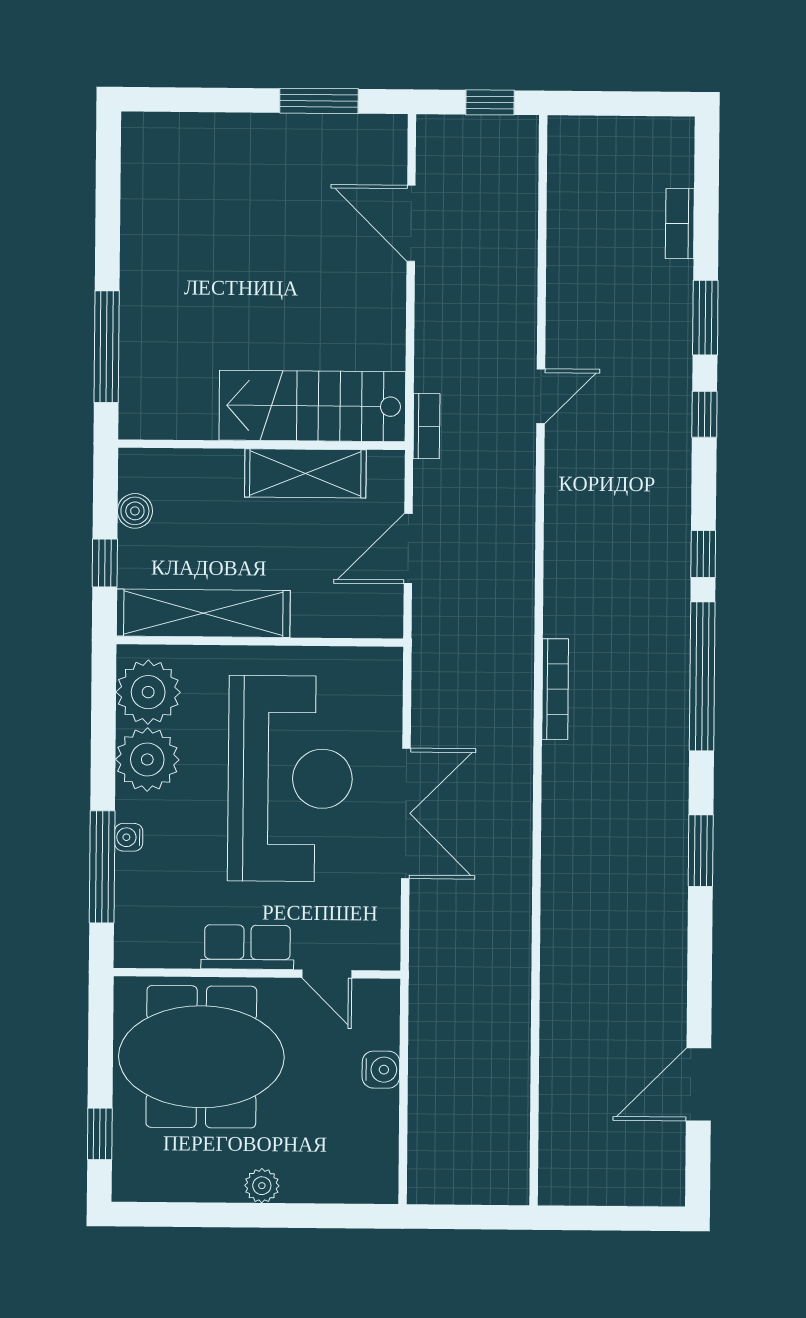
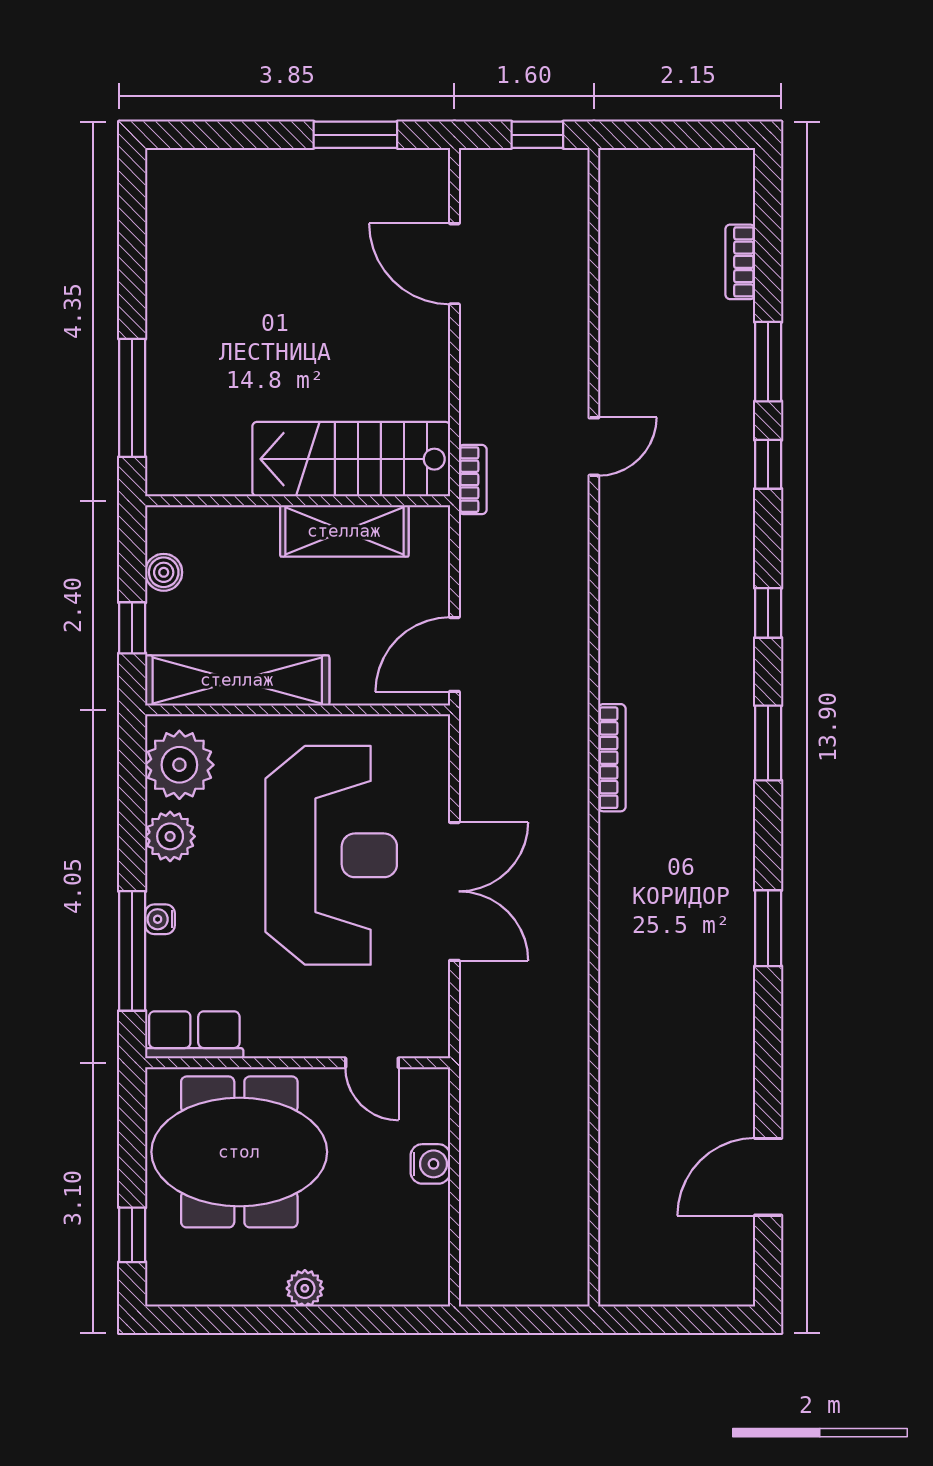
door: (408, 549) -> (454, 654), moved
window: (702, 676) -> (768, 743), width x0.47
plant: (147, 759) -> (170, 836), width x0.73, depth x0.73
row of seats: (247, 947) -> (194, 1035), moved

